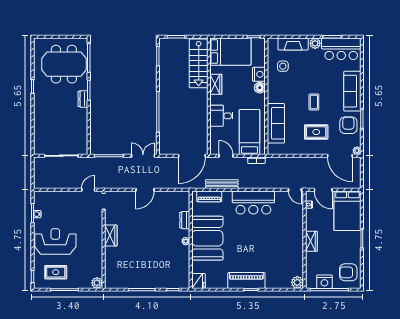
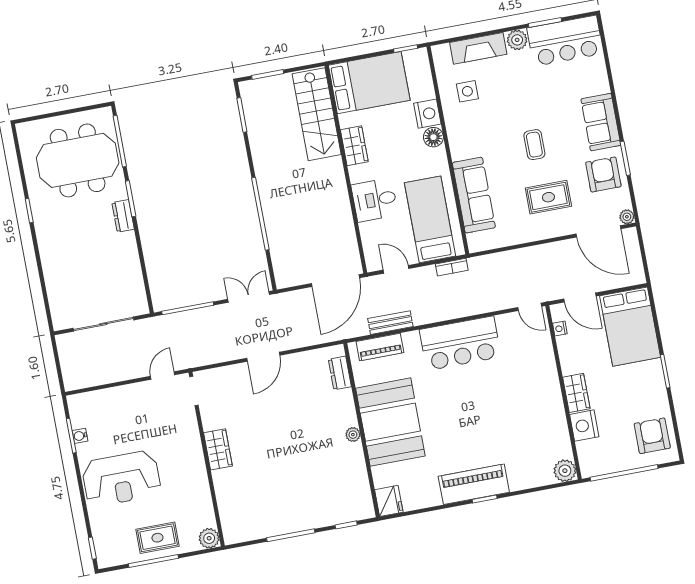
sofa: (352, 91) -> (601, 122), width x0.73
bench: (222, 184) -> (390, 323), width x0.73
dresser: (185, 220) -> (340, 373), moved
reception desk: (55, 242) -> (121, 479), turned 180
rug: (56, 272) -> (157, 538), moved
armchair: (348, 272) -> (652, 436), turned 90
nightstand: (324, 282) -> (584, 426), moved, turned 90

